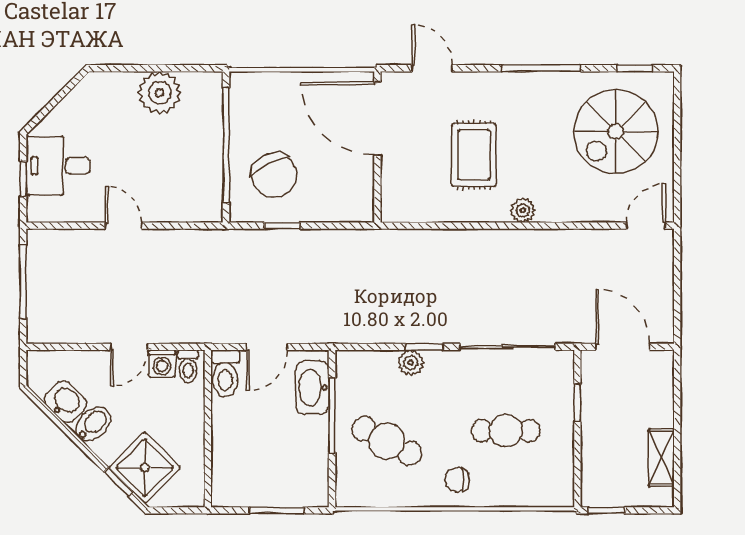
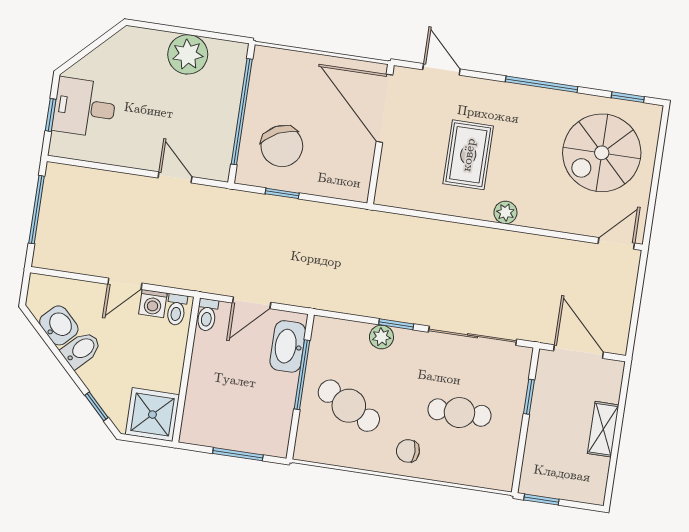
door: (124, 226) -> (175, 177), moved
toilet: (225, 374) -> (207, 315), width x0.73, depth x0.72
shelving: (661, 458) -> (603, 429), moved
shower: (145, 468) -> (152, 415), moved, turned 45

